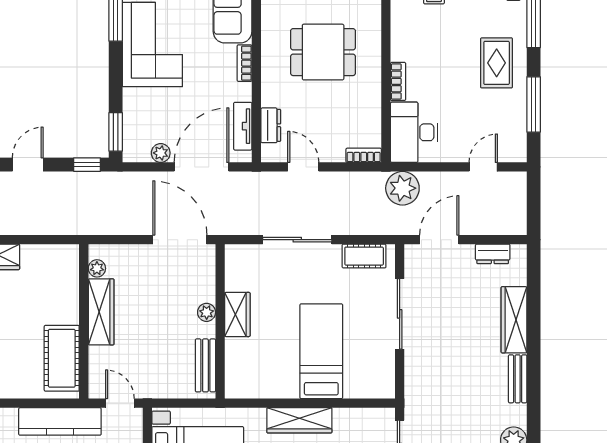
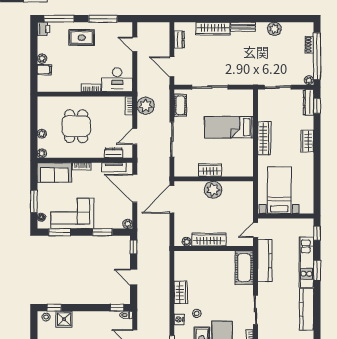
window: (116, 132) -> (102, 232), moved
plant: (161, 153) -> (128, 224), moved
plant: (402, 188) -> (146, 106), moved
plant: (207, 312) -> (213, 190), width x1.87, depth x1.87
cot: (62, 358) -> (244, 268), moved, turned 90
bench: (205, 365) -> (236, 186), removed

